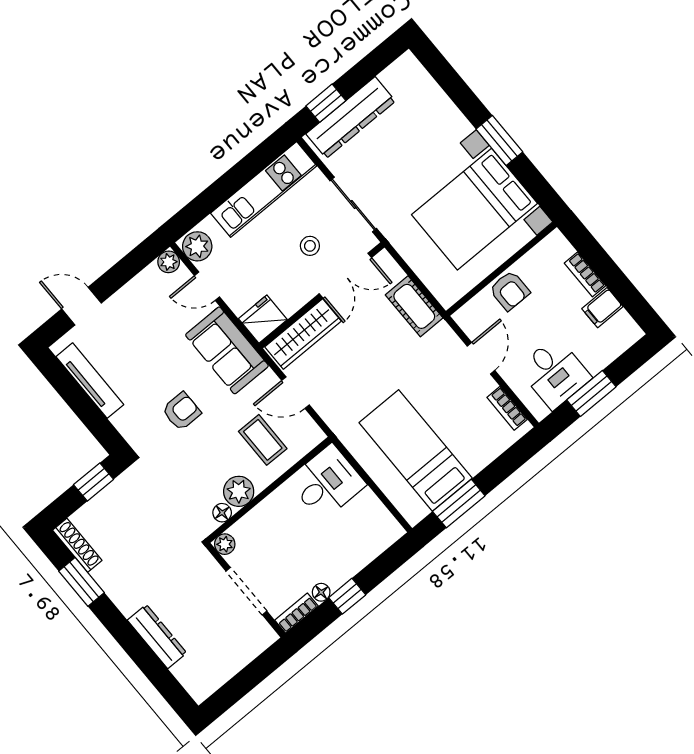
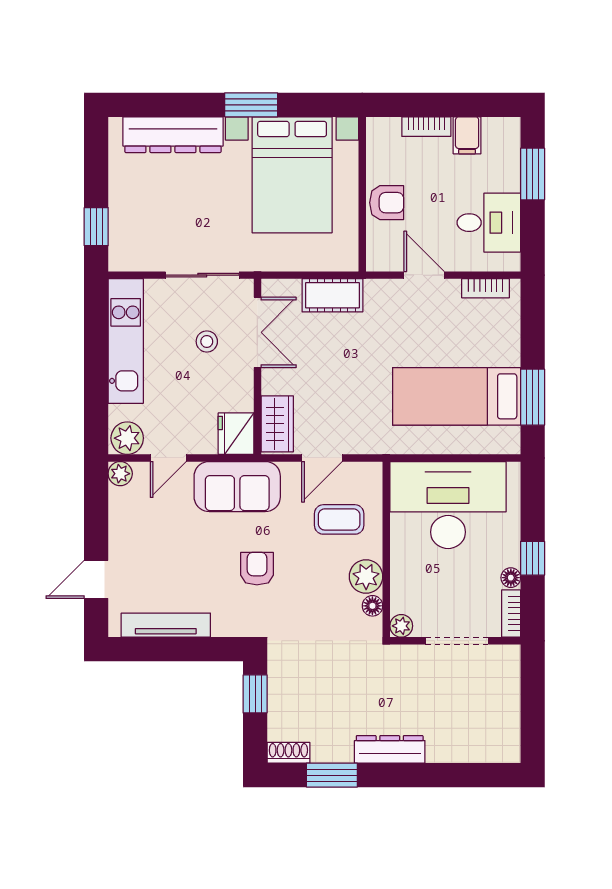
dresser: (351, 118) -> (173, 135), moved, turned 90
wardrobe: (303, 334) -> (277, 424), width x0.67
window: (591, 393) -> (533, 174), moved
desk: (327, 482) -> (448, 505), width x1.87, depth x1.30
shoe rack: (77, 545) -> (288, 753), width x0.70
dresser: (157, 637) -> (390, 749), moved

